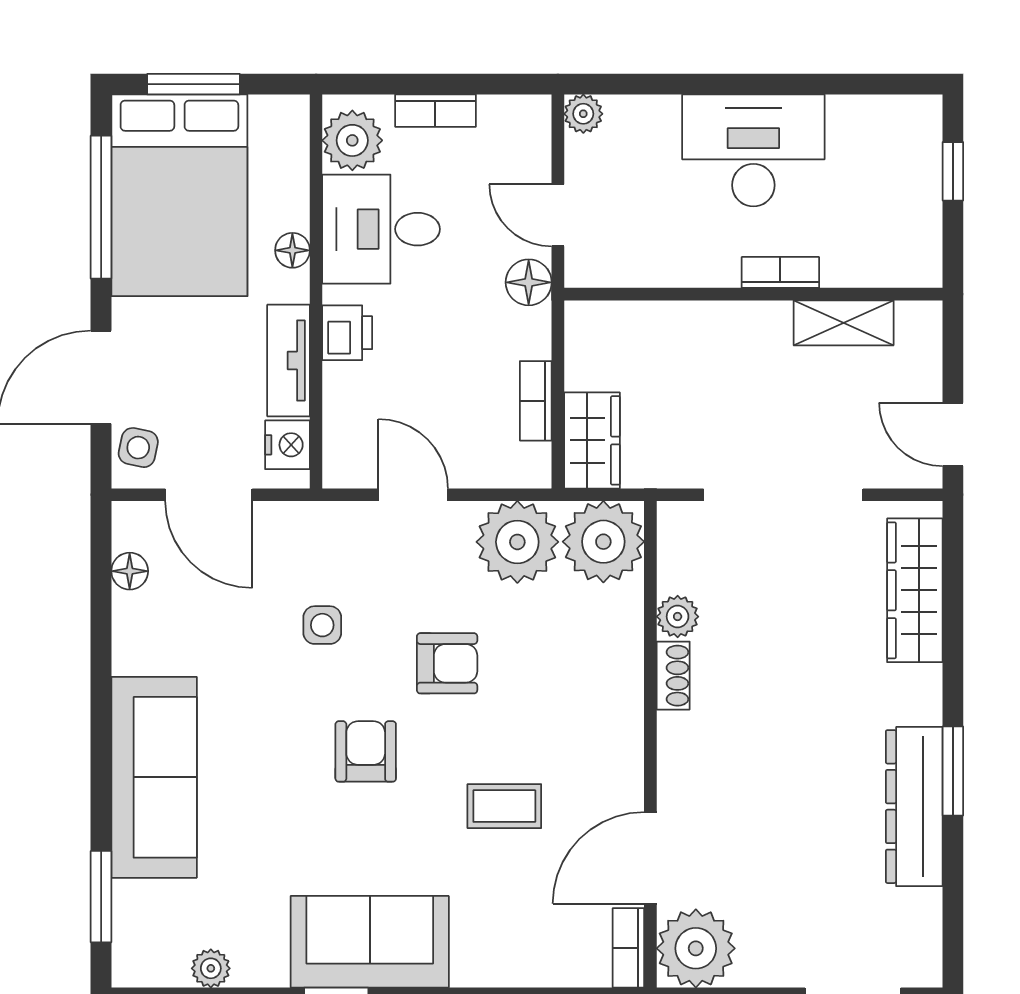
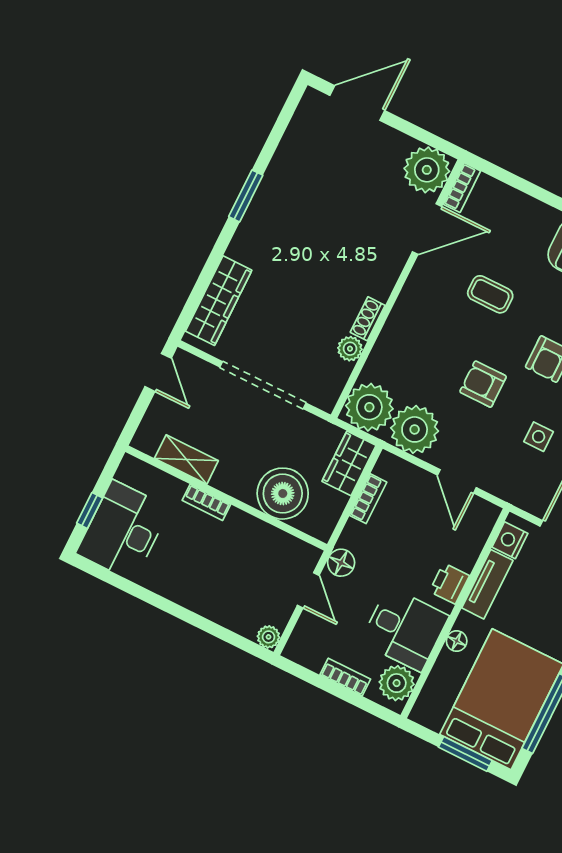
desk: (753, 150) -> (123, 531), moved, turned 90
boiler: (670, 344) -> (283, 494), added
dresser: (914, 807) -> (275, 187), removed

